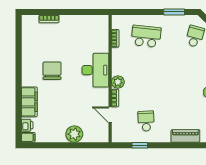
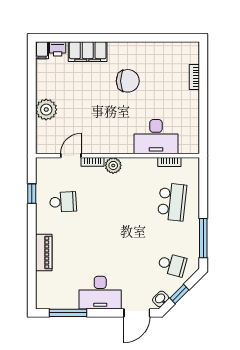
window: (174, 12) -> (203, 238), width x1.44
desk: (95, 70) -> (156, 137), moved

